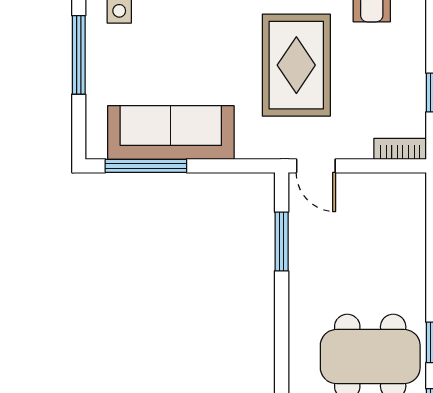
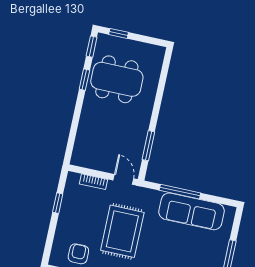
bookcase: (400, 149) -> (93, 182), moved
window: (146, 166) -> (180, 192), moved

